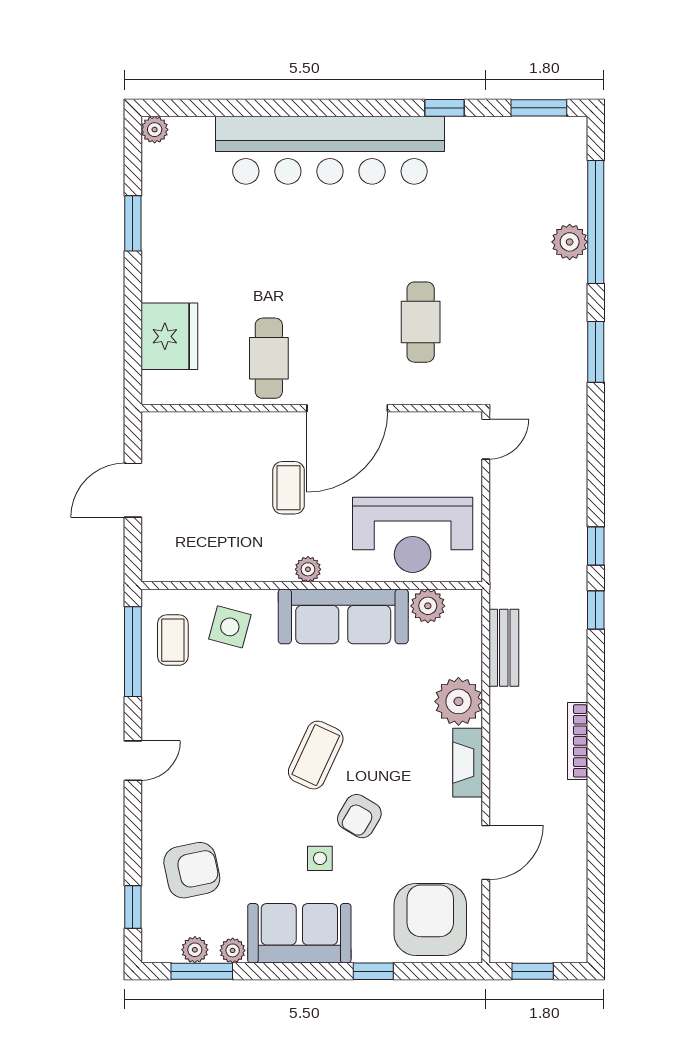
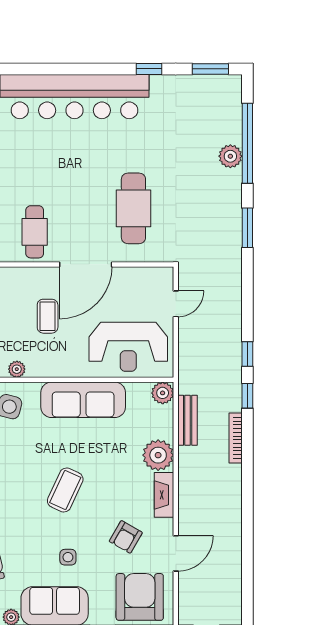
cafe table: (421, 322) -> (133, 208), width x1.37, depth x1.35
door: (486, 439) -> (176, 304), moved
plant: (308, 569) -> (17, 369), moved
plant: (428, 606) -> (163, 393), moved
bookcase: (578, 741) -> (236, 438), moved
armchair: (359, 816) -> (126, 537), moved

